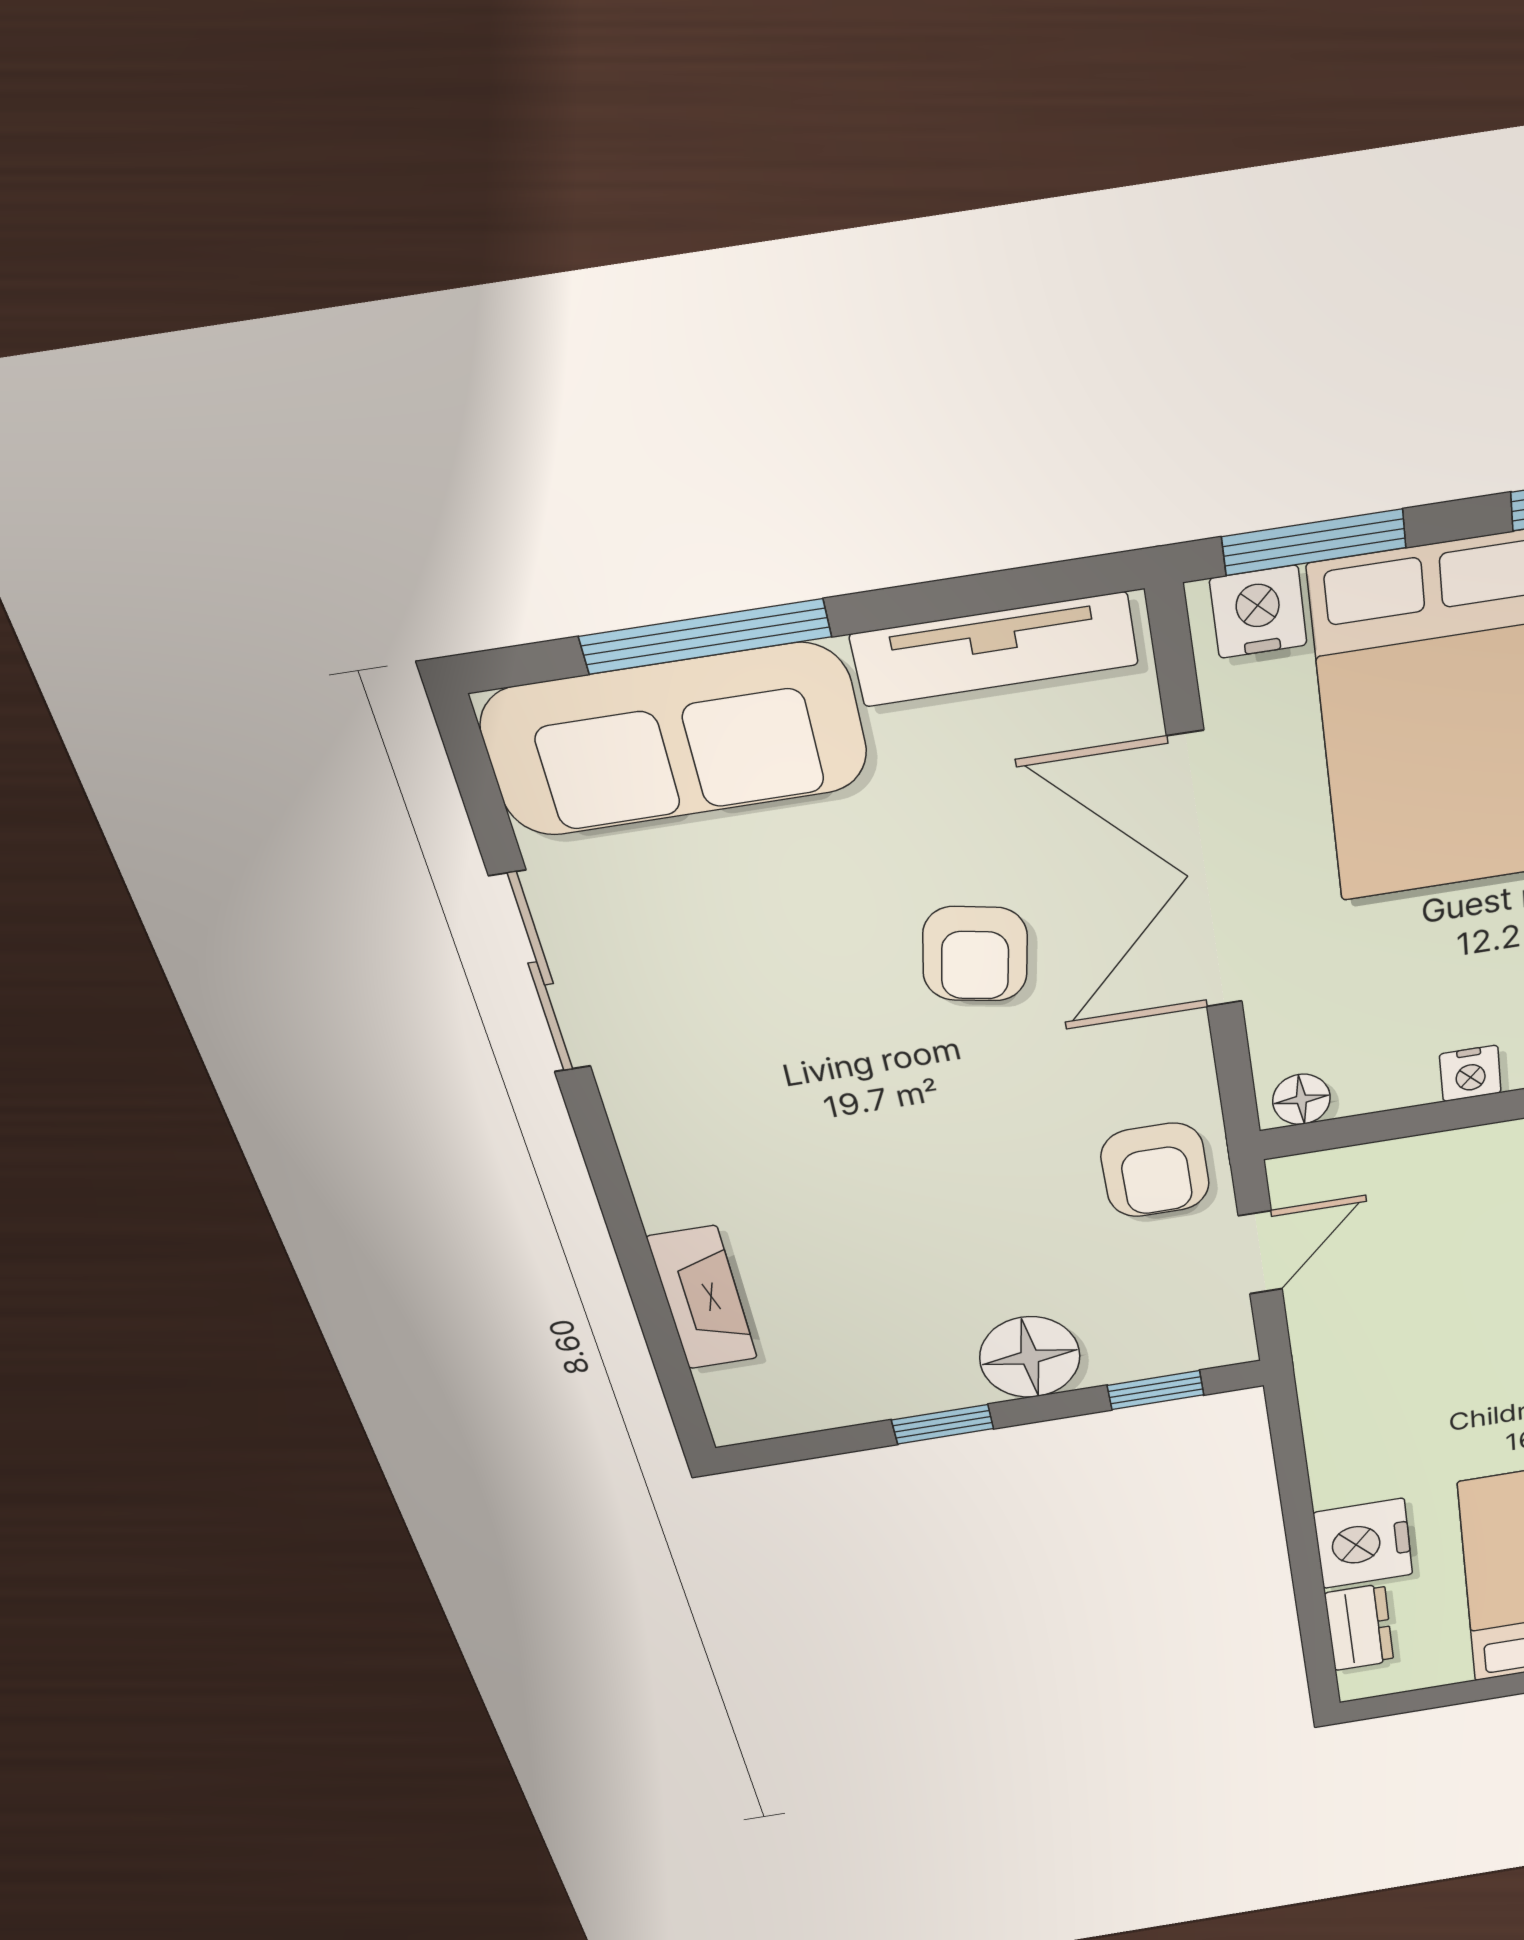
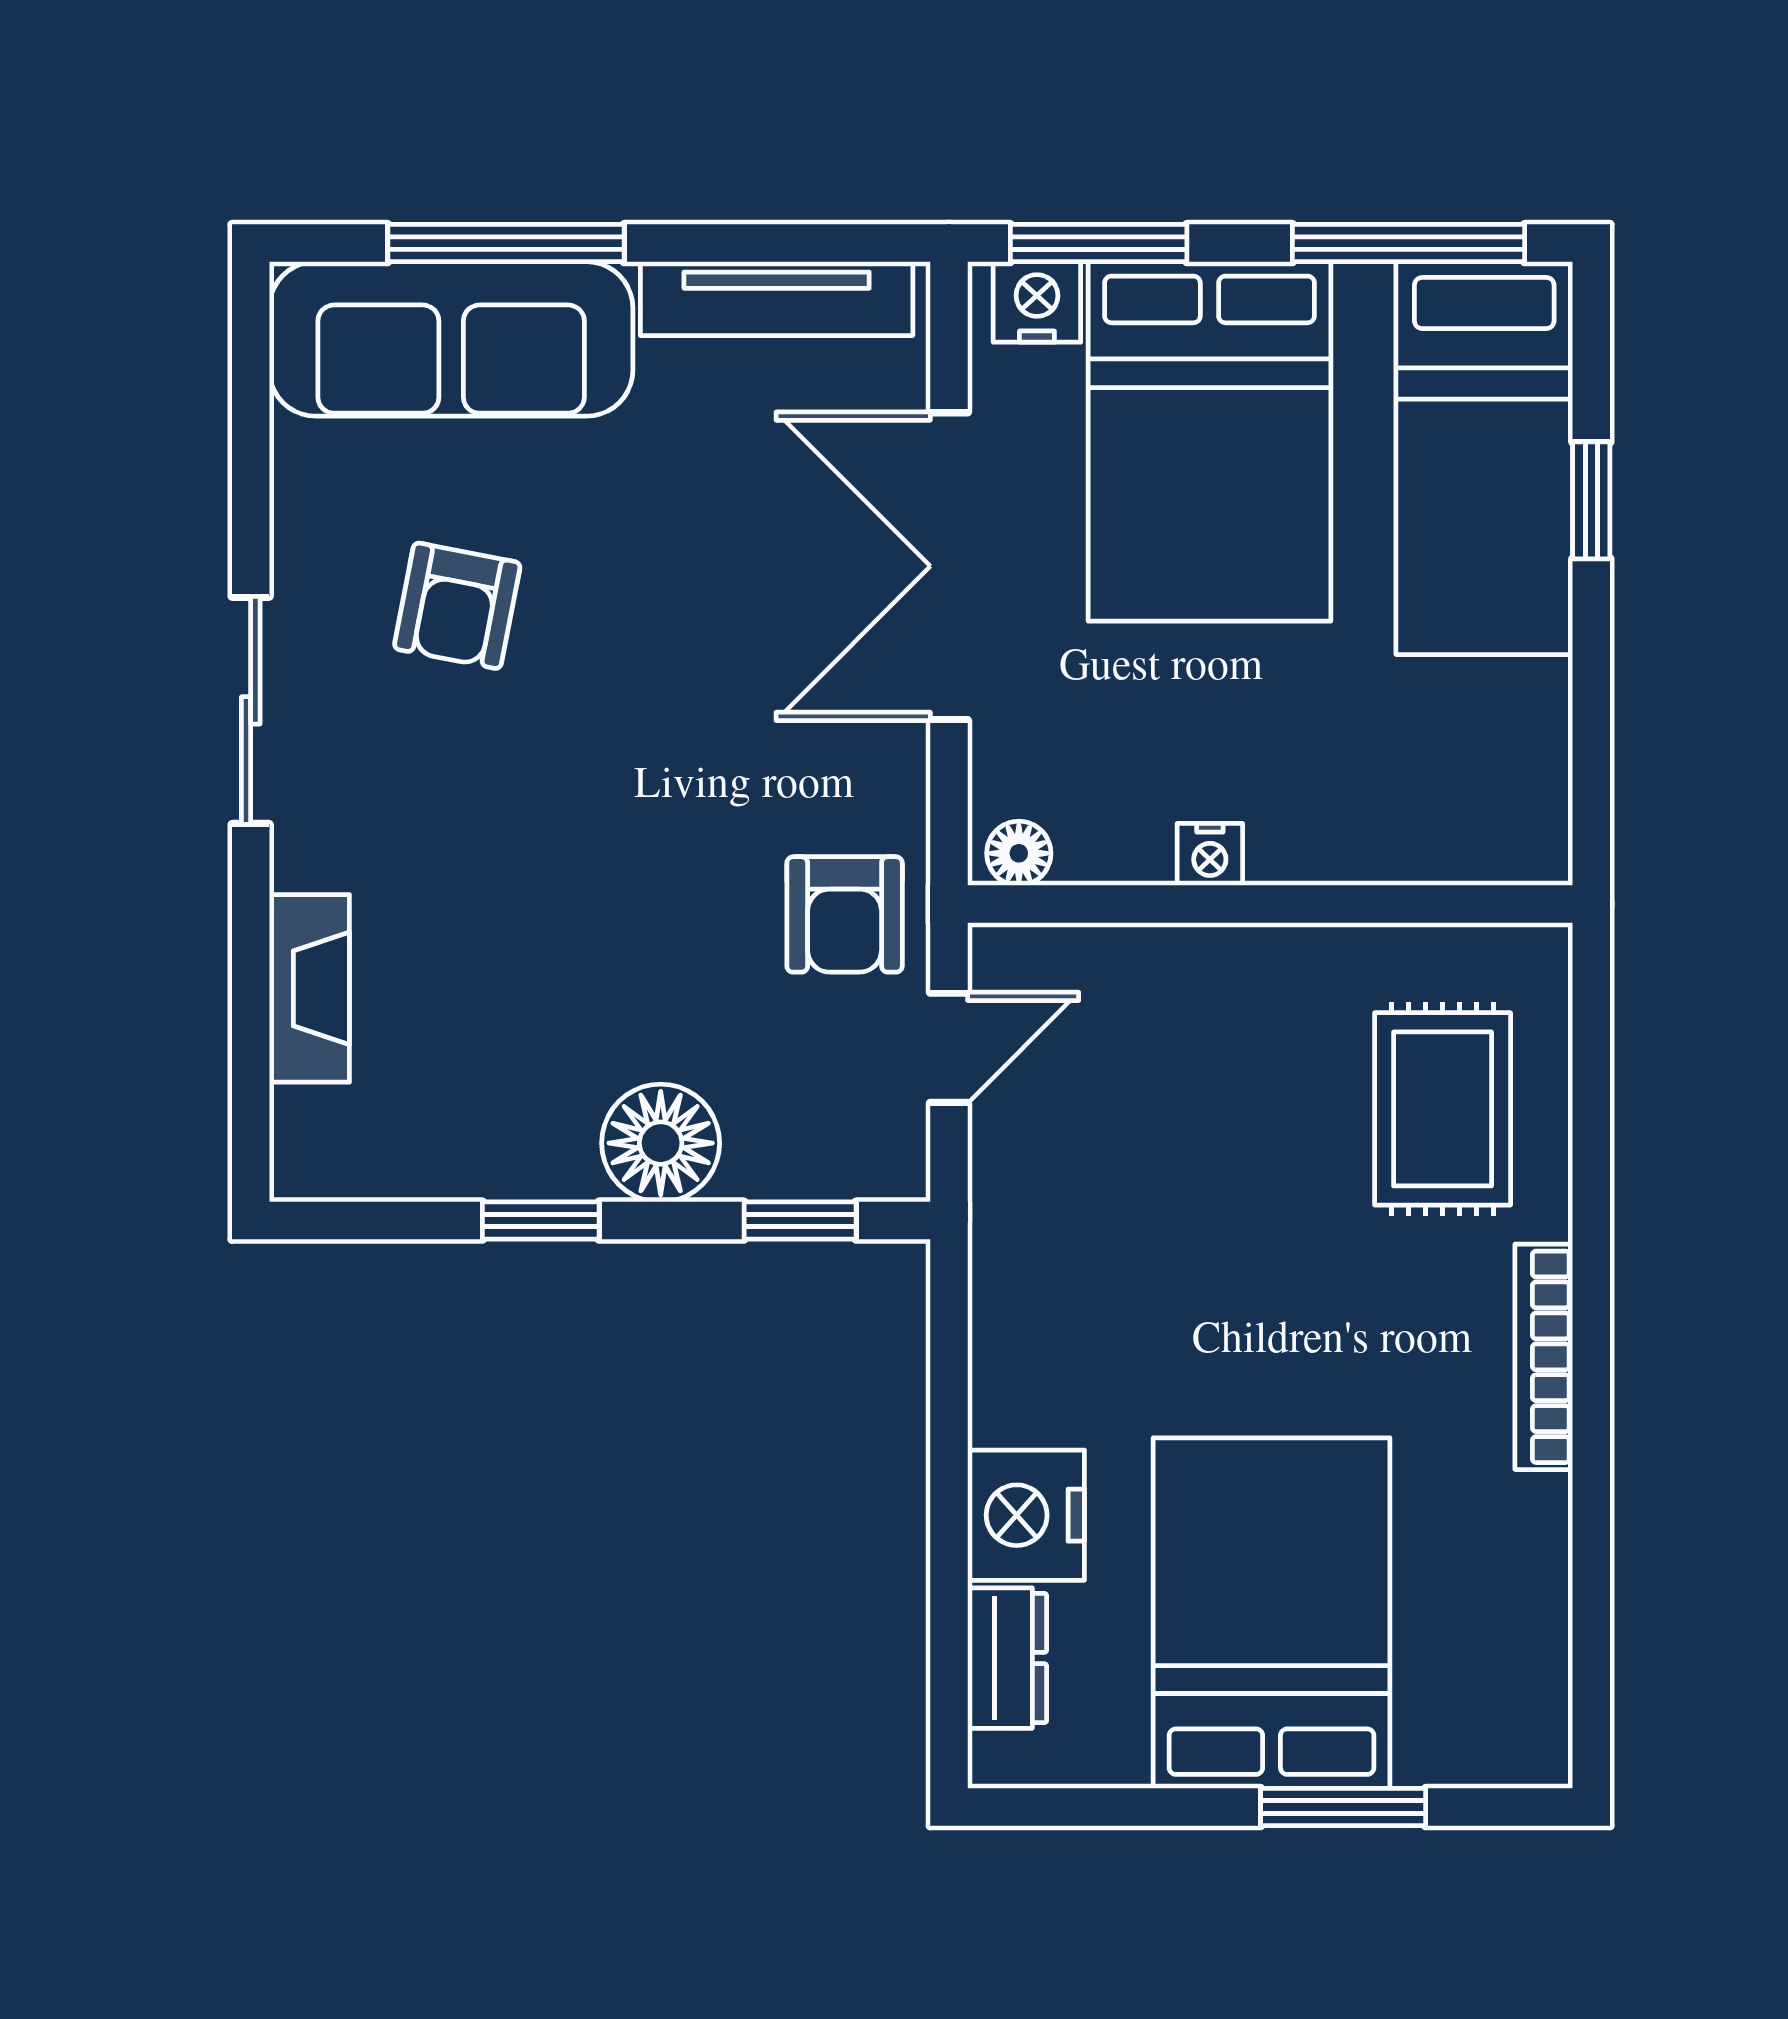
armchair: (975, 954) -> (457, 606), moved
sliding door: (541, 973) -> (251, 710), moved

